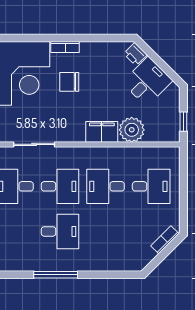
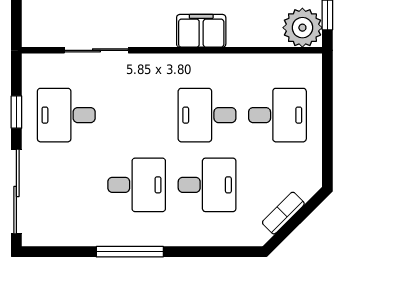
plant: (132, 130) -> (302, 28), moved
desk: (60, 186) -> (207, 185), moved
bookcase: (165, 240) -> (283, 213), moved

